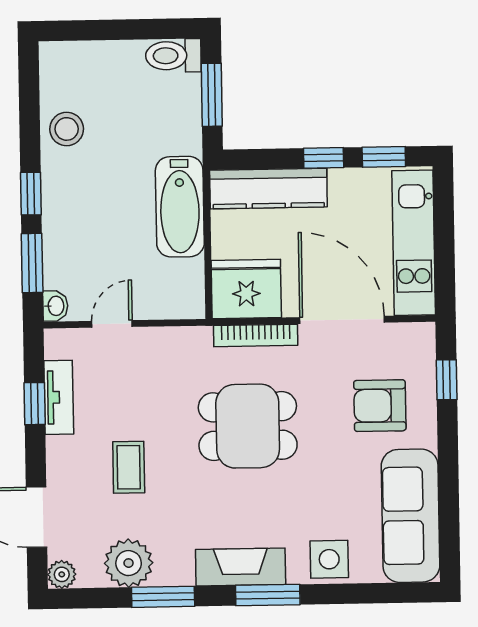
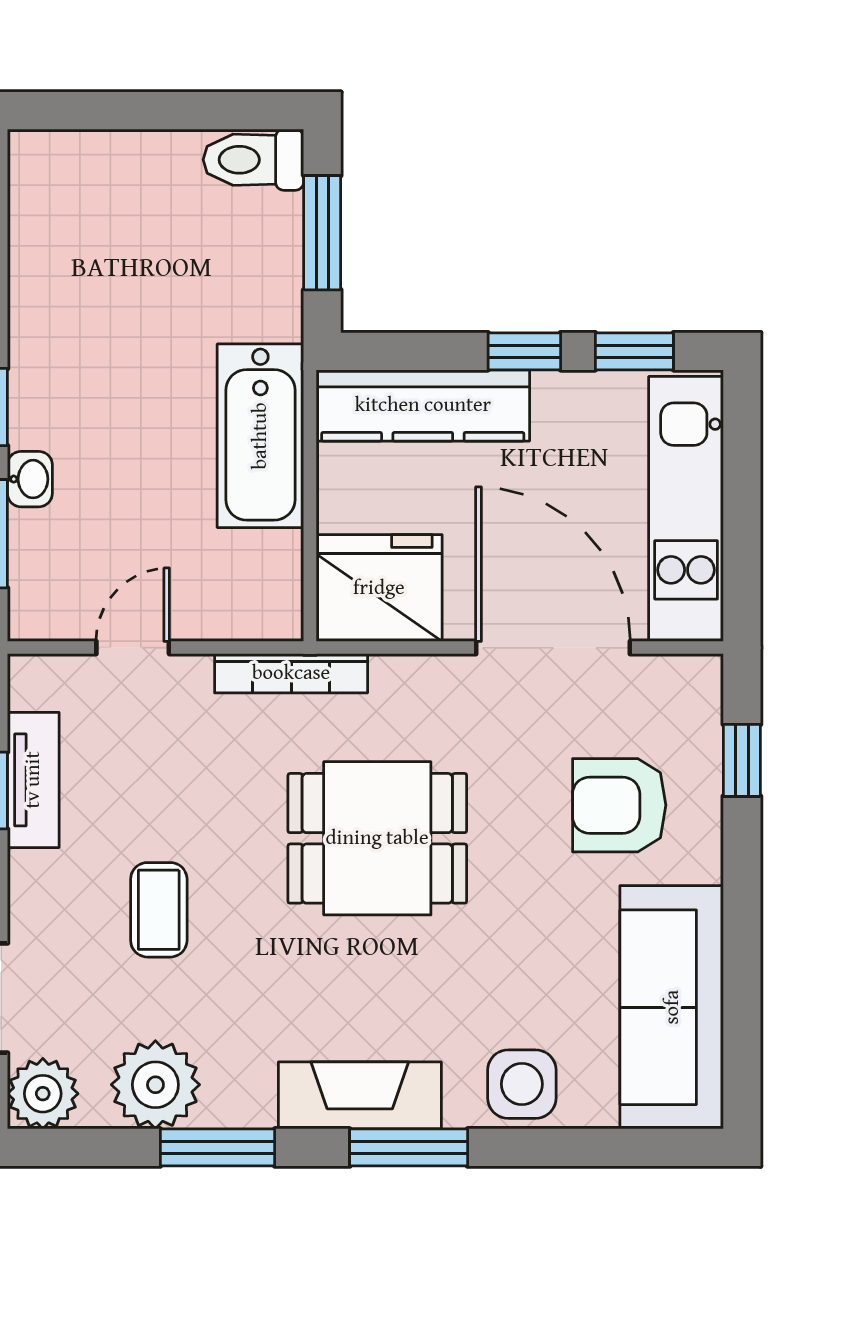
stool: (67, 129) -> (56, 290), removed
washbasin: (55, 306) -> (30, 479), moved
bookcase: (256, 335) -> (291, 673), moved
plant: (62, 574) -> (43, 1094), width x1.38, depth x1.38

